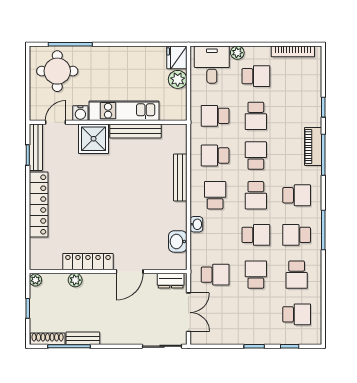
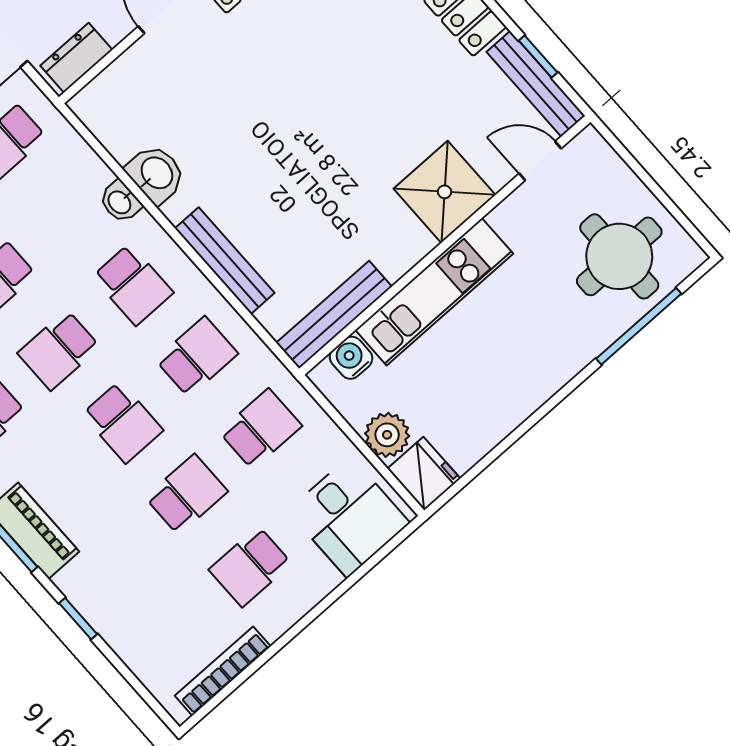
plant: (237, 53) -> (322, 579), removed
water cooler: (80, 113) -> (351, 358), moved
school desk: (256, 116) -> (186, 494), turned 90
door: (56, 122) -> (540, 161), swing flipped
bench: (135, 131) -> (334, 315), moved
school desk: (256, 195) -> (59, 350), turned -90
washbasin: (178, 241) -> (156, 174), moved

